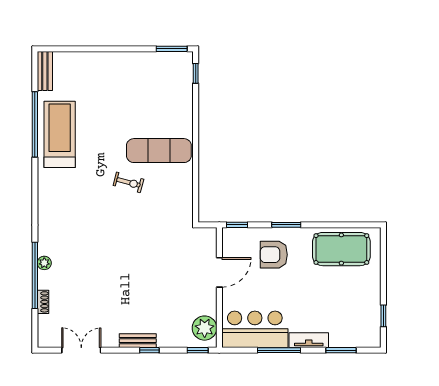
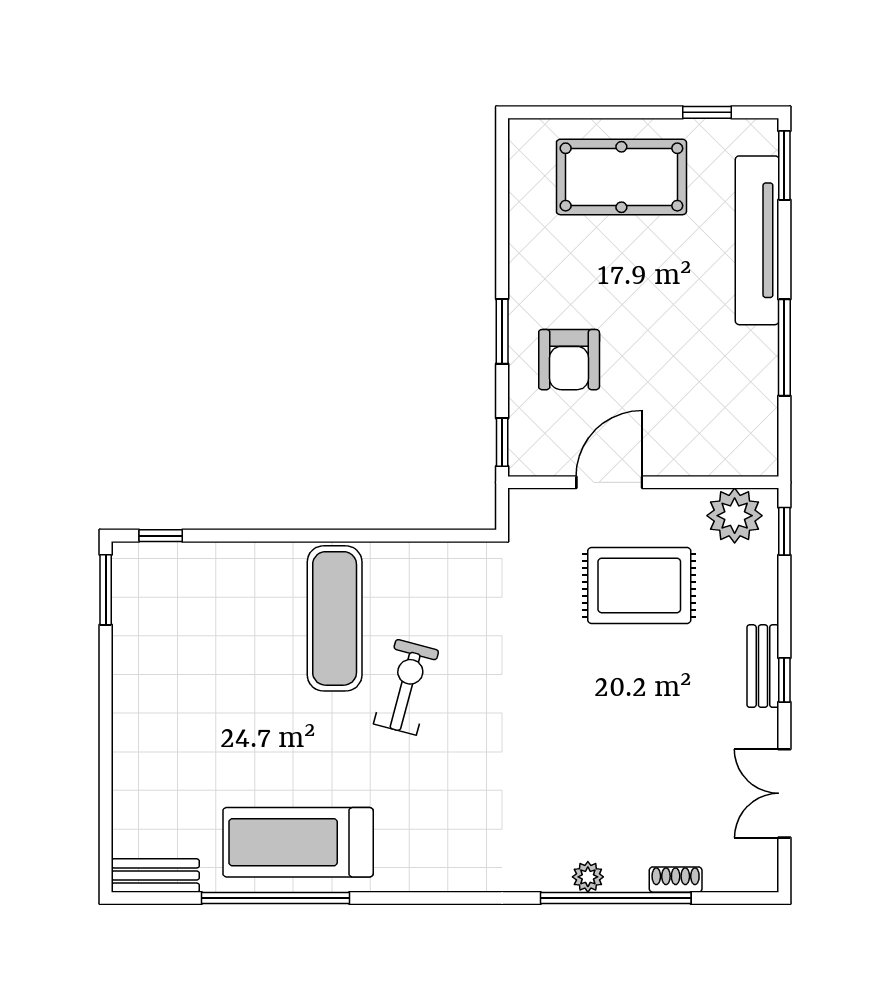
exercise bike: (128, 182) -> (406, 687), width x1.38, depth x1.39
pool table: (341, 249) -> (621, 177), moved, turned 90
door: (219, 272) -> (609, 482), hinge flipped
rug: (174, 286) -> (639, 585), added
bar counter: (255, 329) -> (737, 402), removed
tv unit: (309, 340) -> (757, 240), width x1.92, depth x1.29
window: (149, 350) -> (784, 680), moved
window: (341, 350) -> (784, 165), moved

